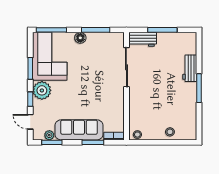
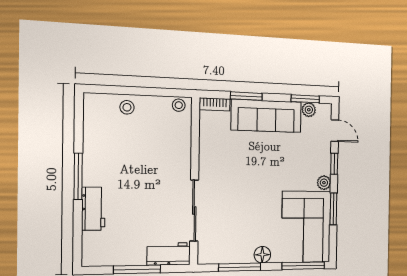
plant: (42, 90) -> (324, 183), width x0.53, depth x0.53

